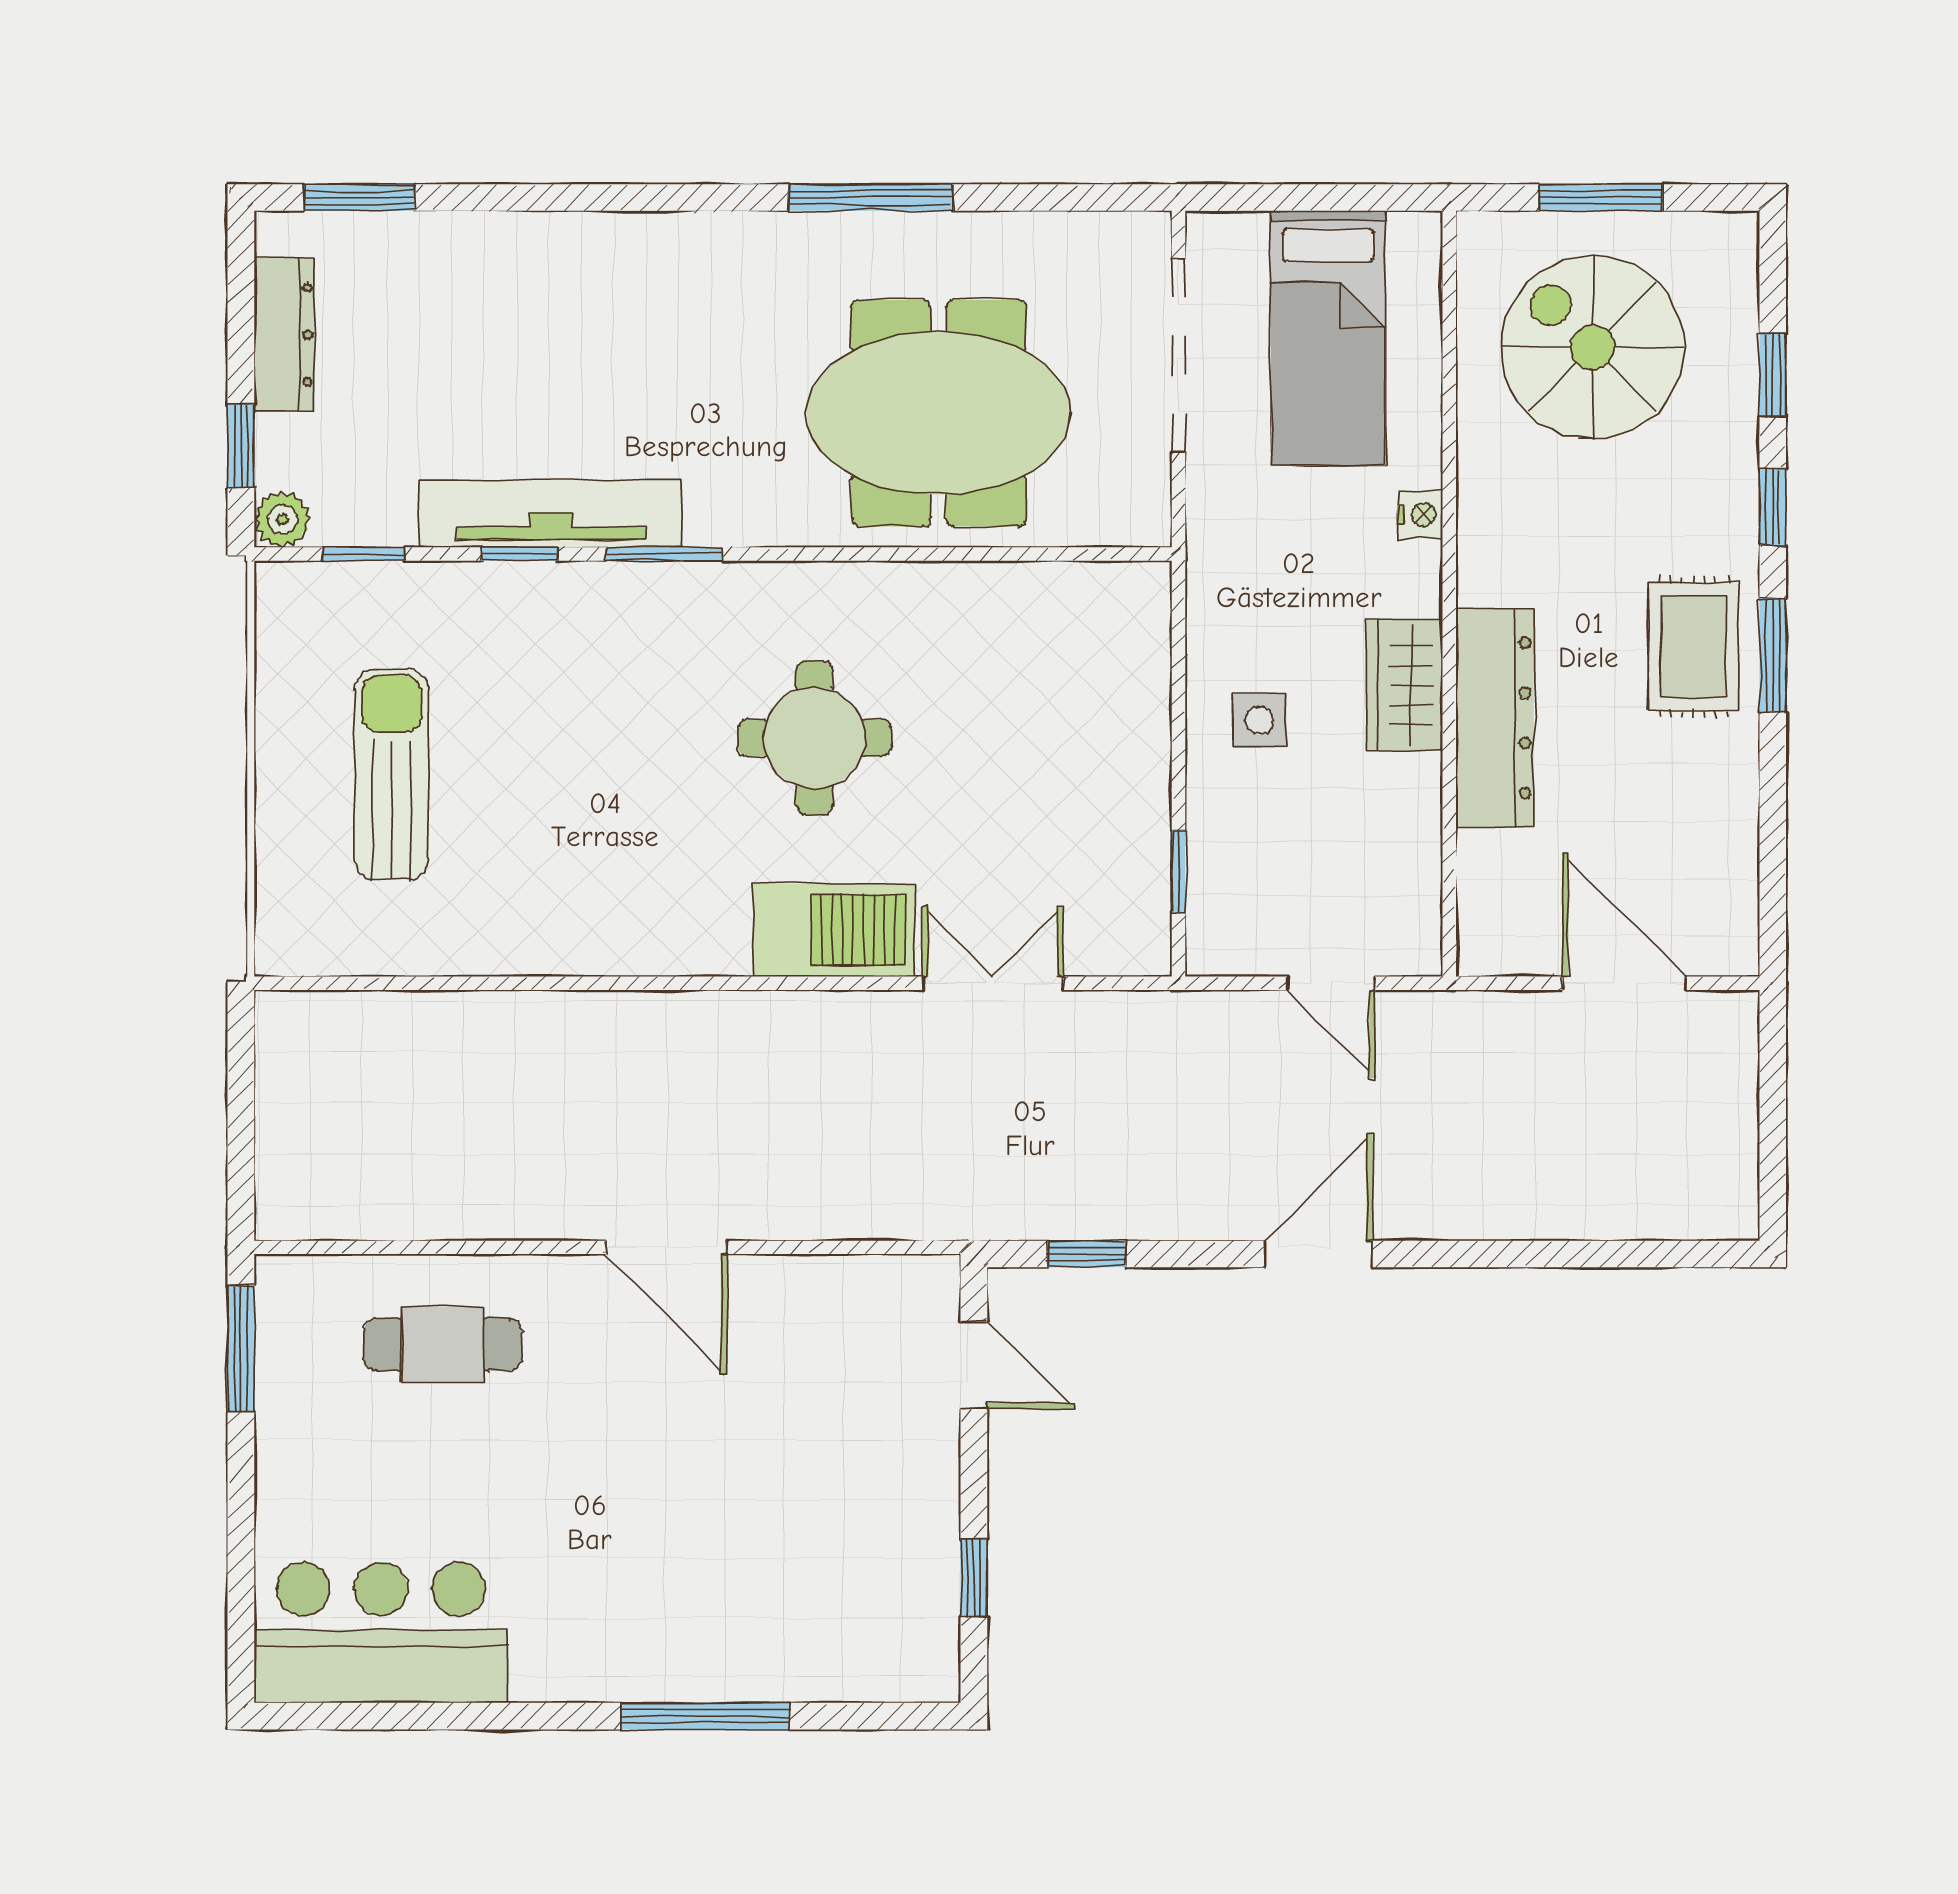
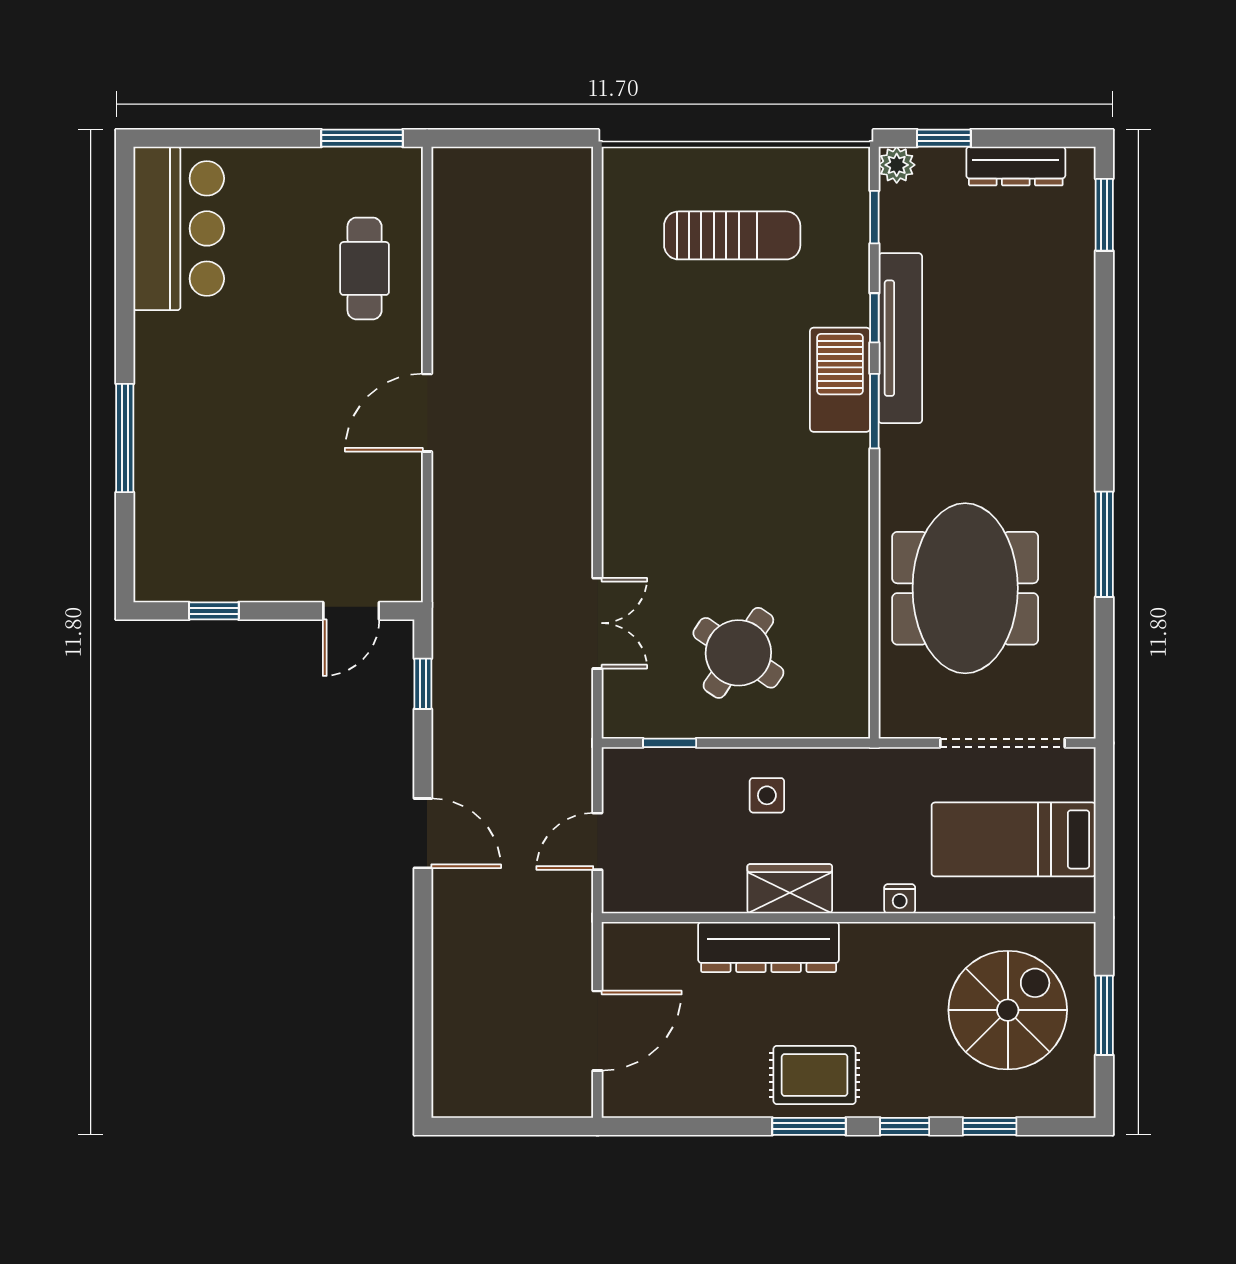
round table: (814, 738) -> (738, 653), moved, turned 34
barbecue: (834, 930) -> (840, 380), moved, turned 180

